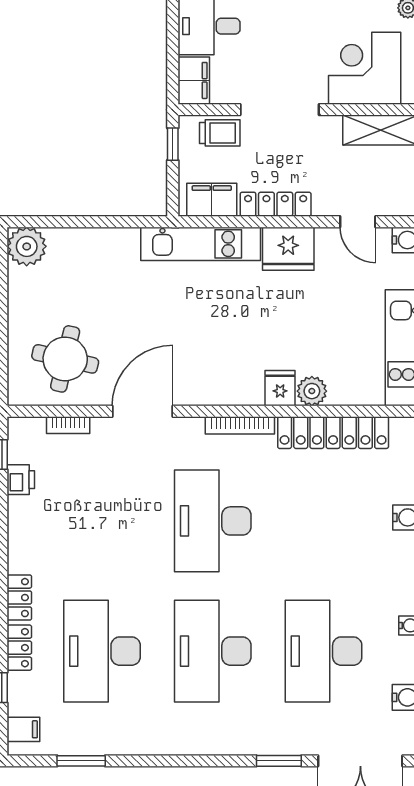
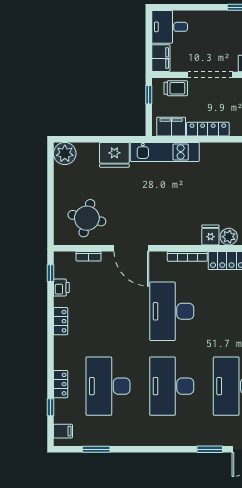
fridge: (288, 249) -> (114, 155), moved
door: (143, 411) -> (131, 248), swing flipped
locker: (19, 598) -> (61, 321), moved

